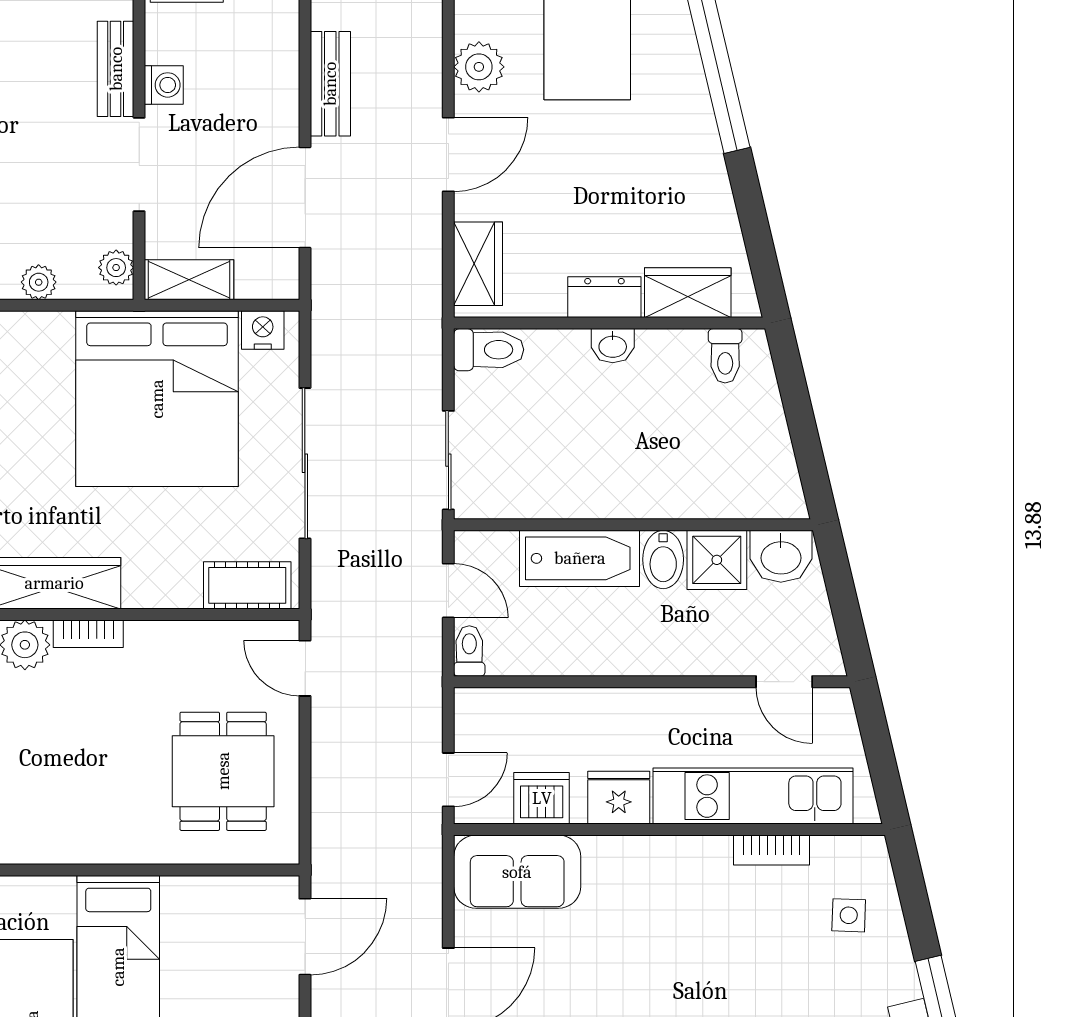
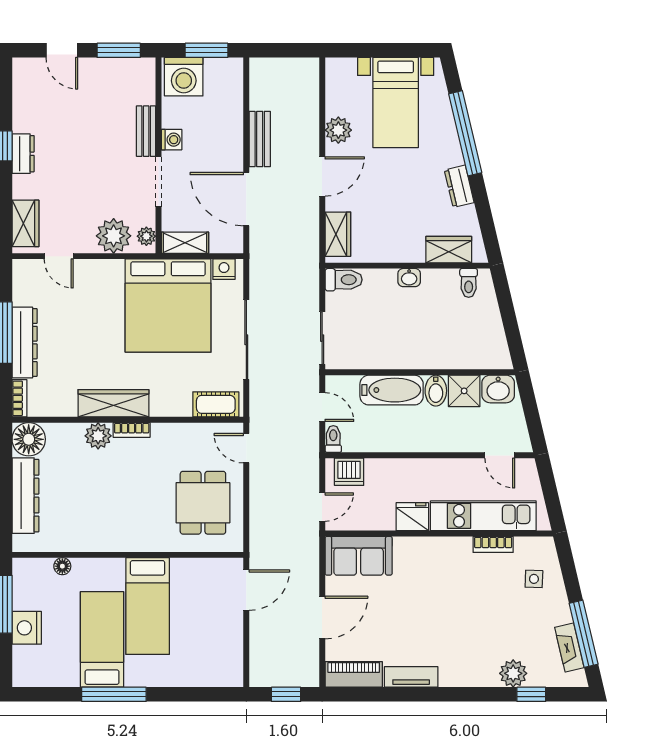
door: (305, 198) -> (246, 199), hinge flipped
plant: (39, 282) -> (114, 236), width x1.88, depth x1.88
dresser: (604, 297) -> (459, 186), moved, turned -103
dishwasher: (542, 798) -> (349, 472), moved, turned 180

